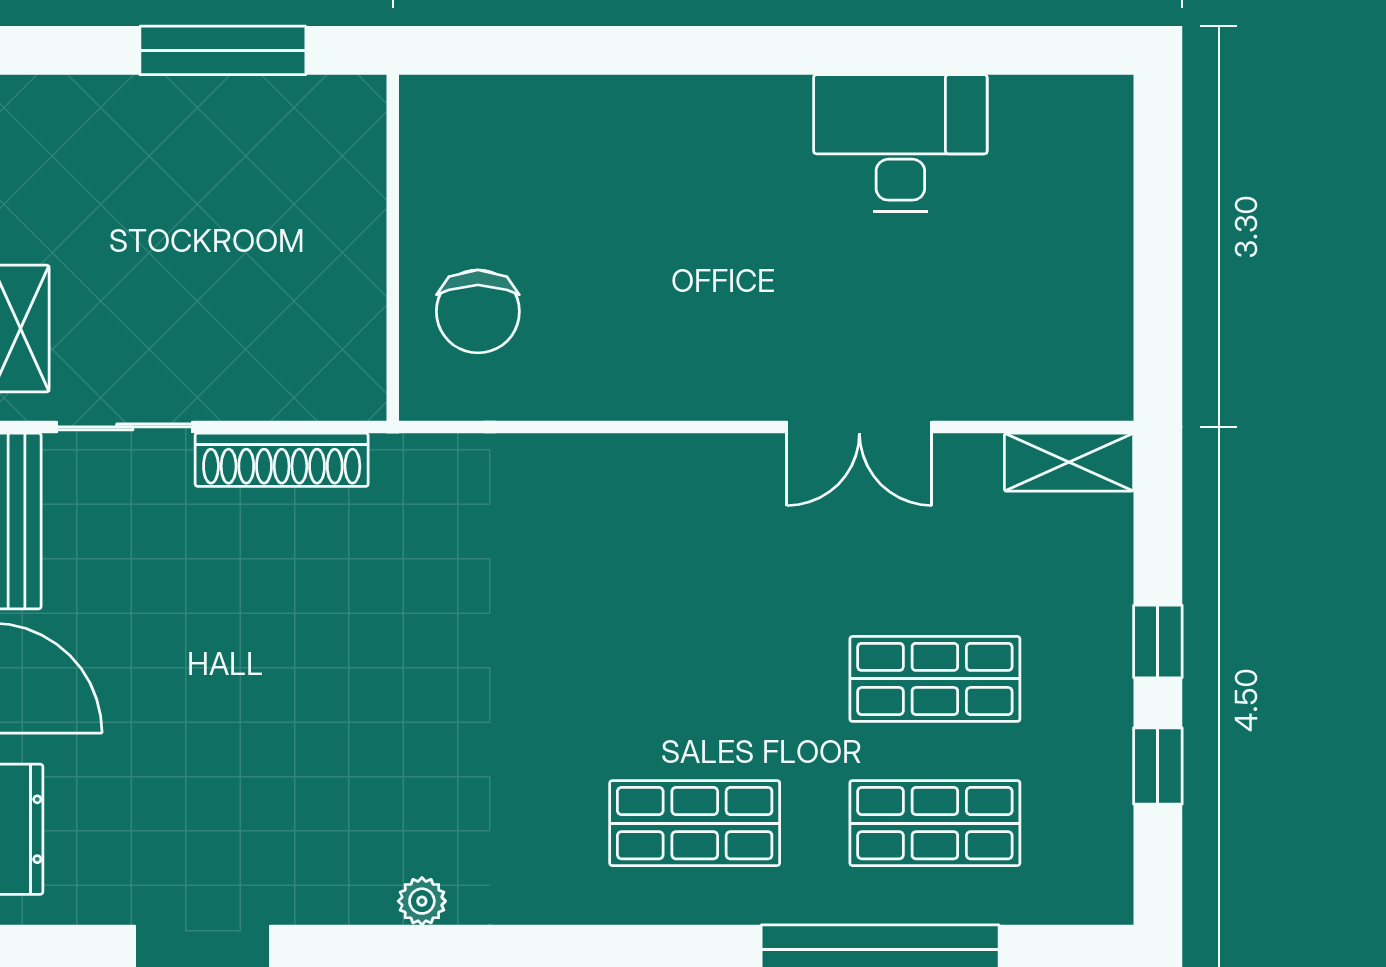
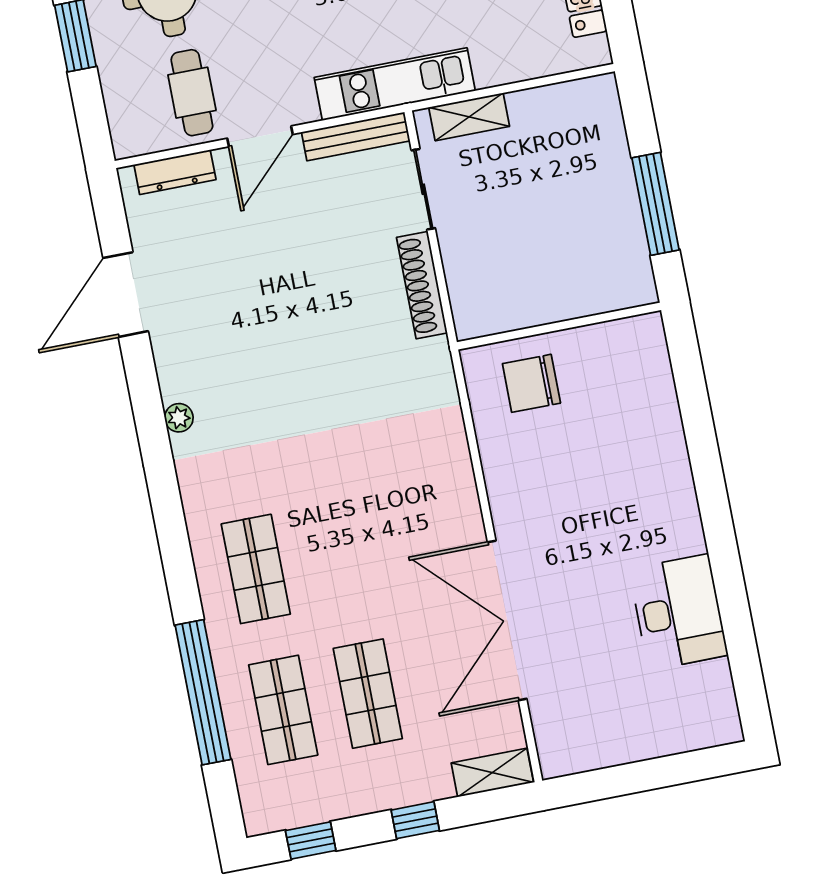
double door: (859, 427) -> (507, 621), width x1.87
shelving: (1069, 462) -> (492, 773), moved, turned 90
window: (1158, 766) -> (311, 840), moved

